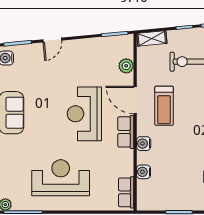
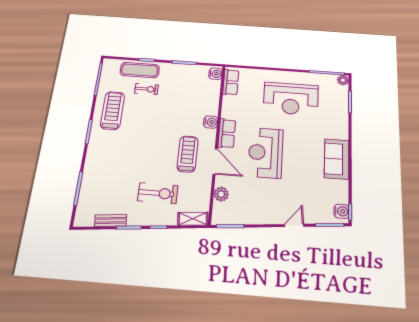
reception desk: (84, 114) -> (266, 153), turned 180
water cooler: (144, 172) -> (215, 74), moved

